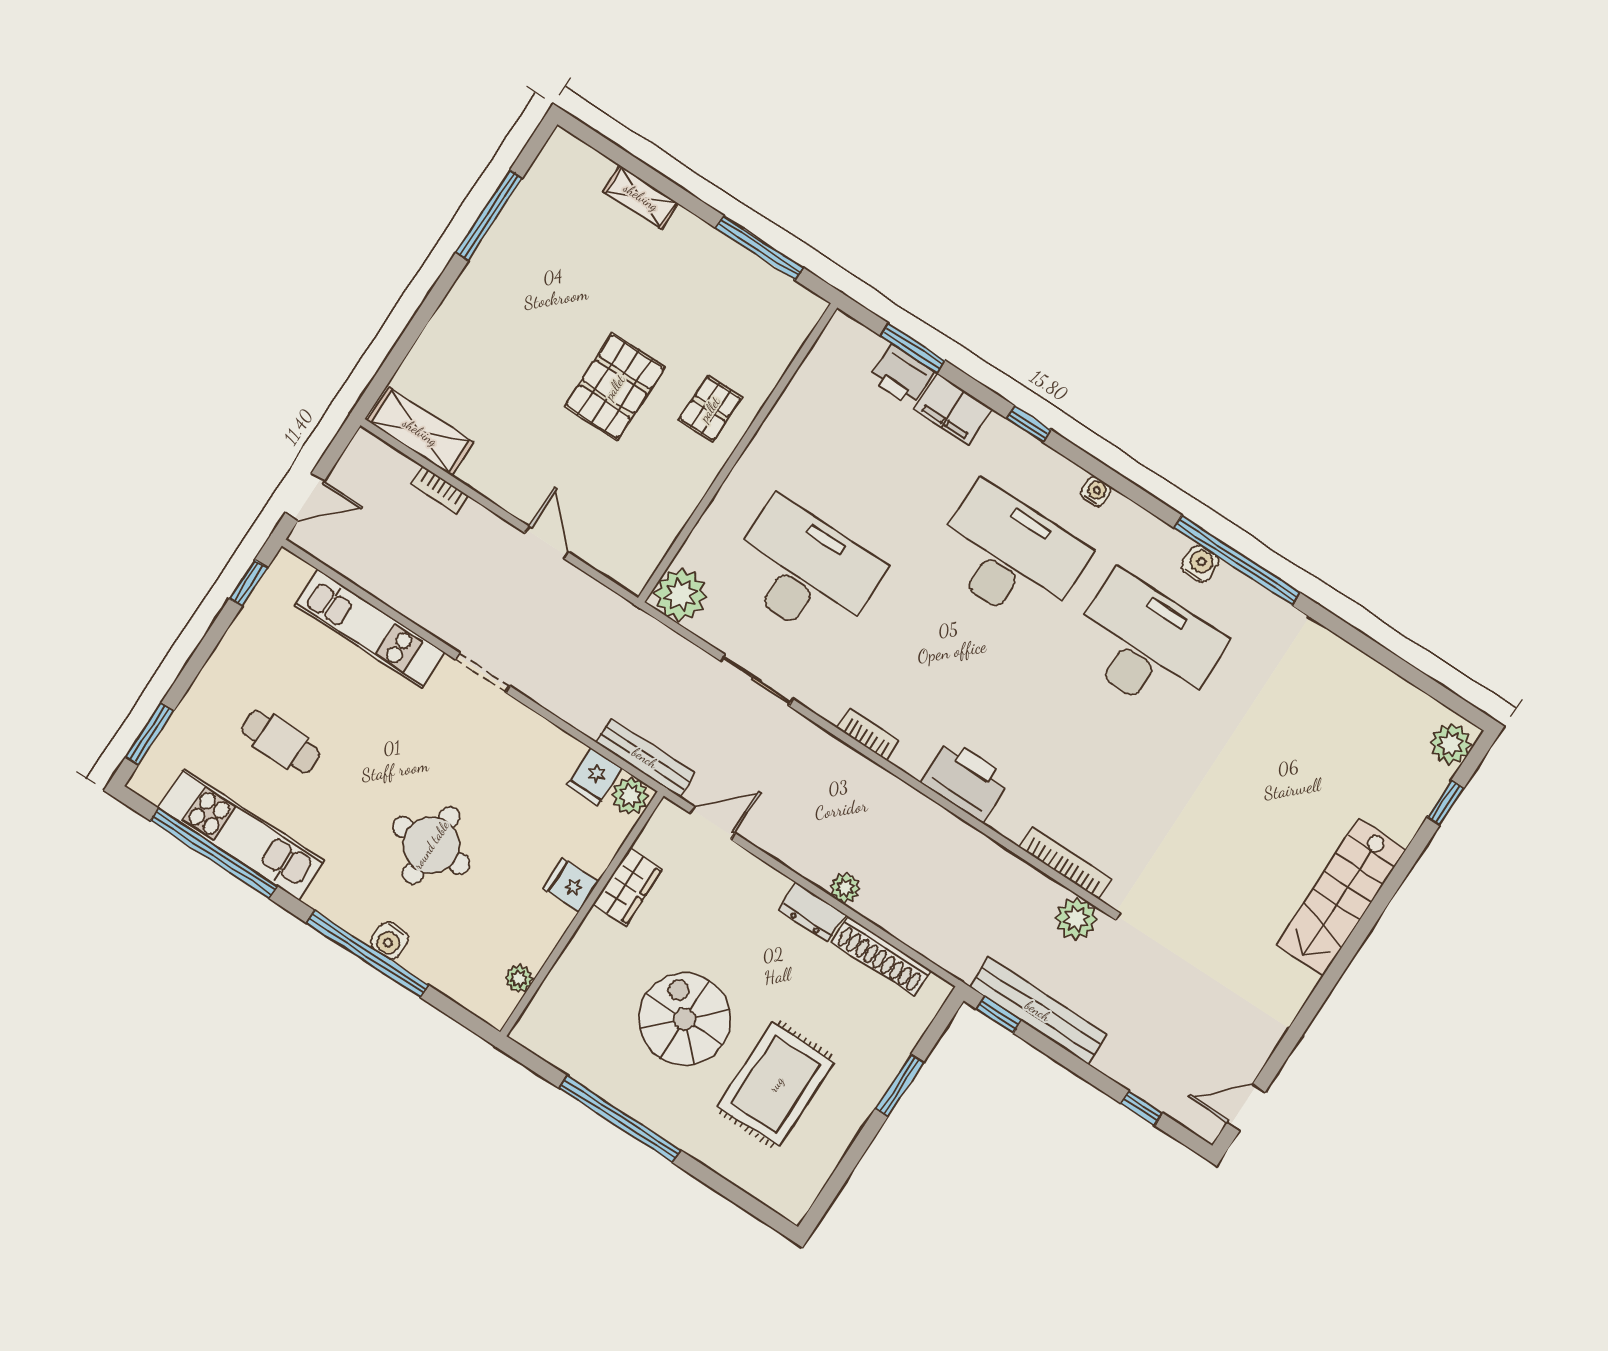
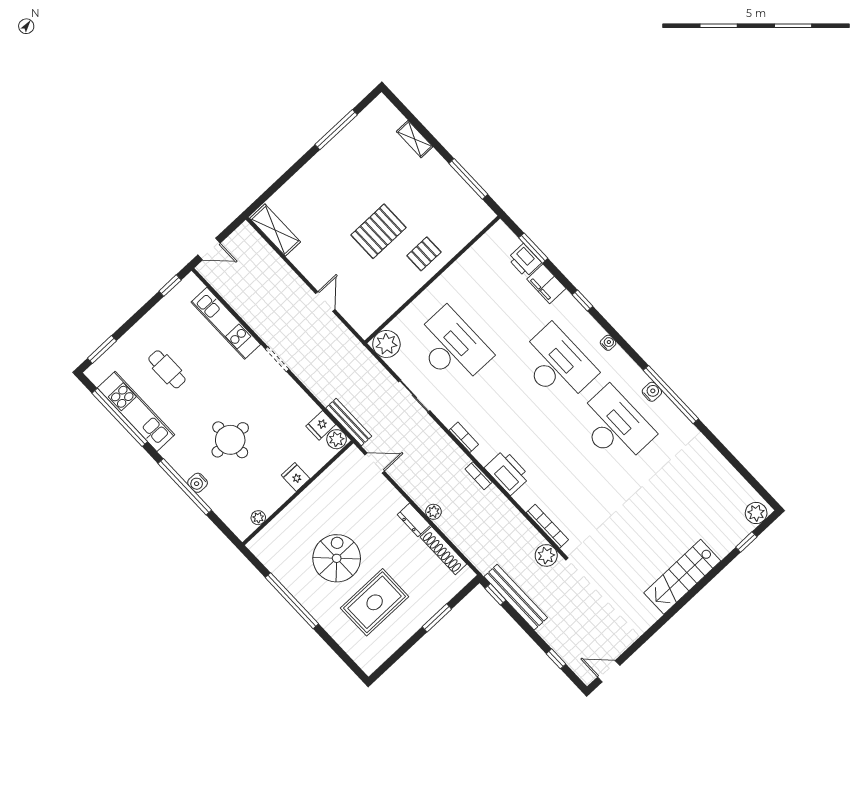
bookcase: (440, 490) -> (479, 476), moved
wardrobe: (627, 887) -> (324, 485), removed

